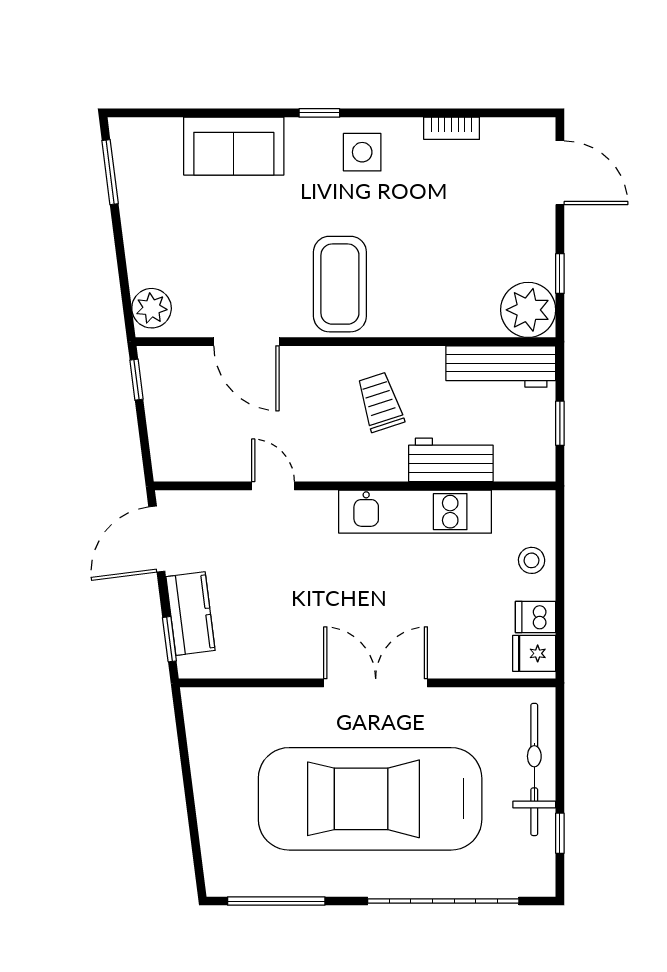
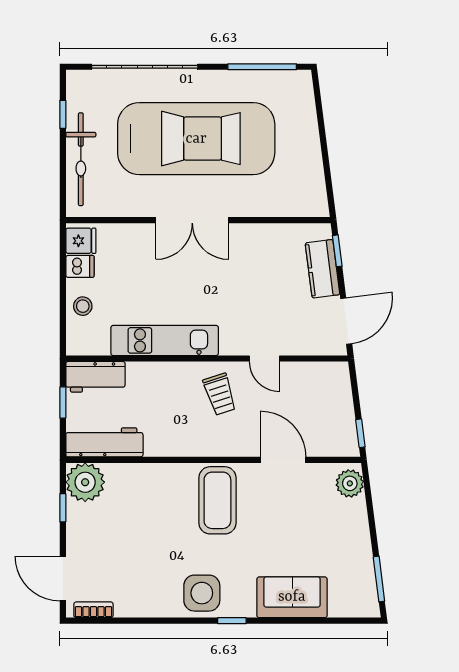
bookcase: (452, 128) -> (93, 610), moved
side table: (362, 152) -> (202, 593), width x1.37, depth x1.37
trolley: (380, 402) -> (220, 394), moved
workbench: (451, 460) -> (95, 377), moved

